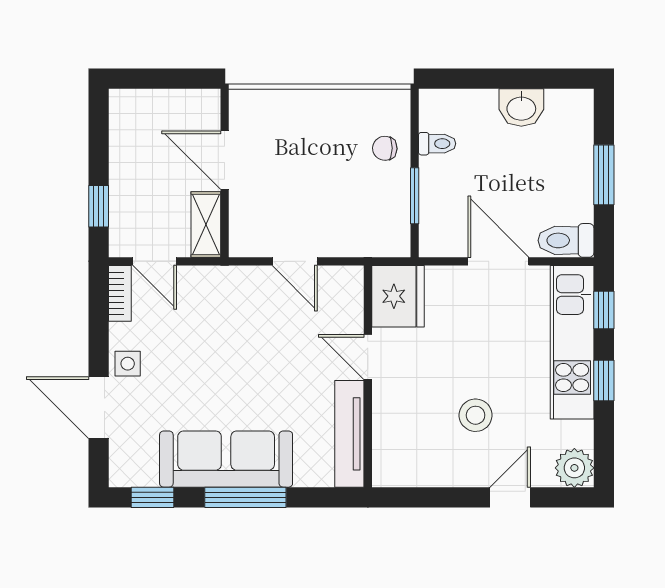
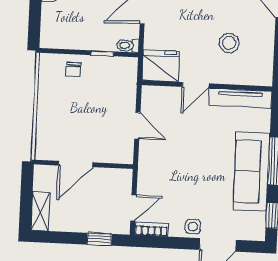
toilet: (437, 144) -> (128, 45), moved, turned -90
window: (415, 196) -> (102, 53), width x0.67
shelving: (206, 225) -> (40, 211), moved, turned 90
door: (295, 261) -> (137, 126), hinge flipped
stool: (476, 415) -> (229, 43), moved

